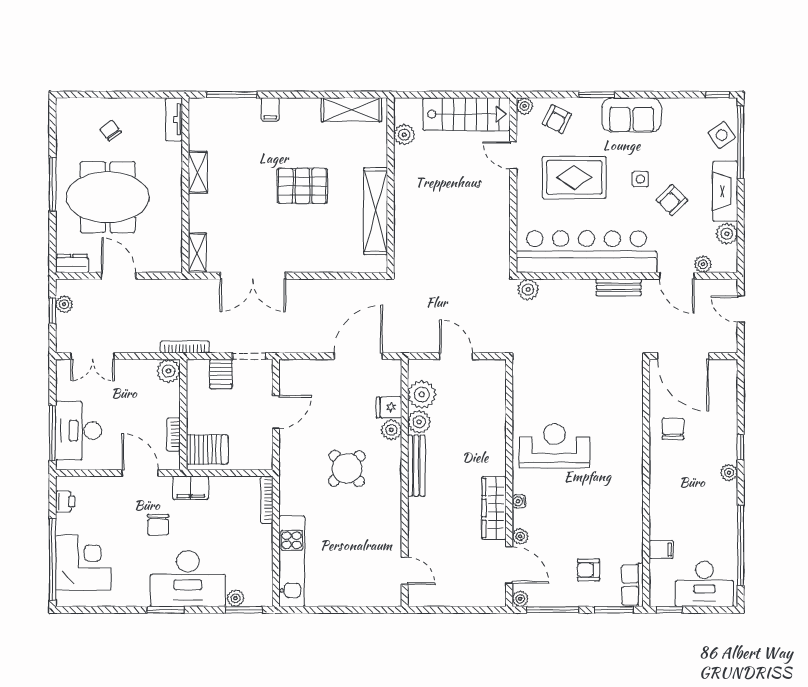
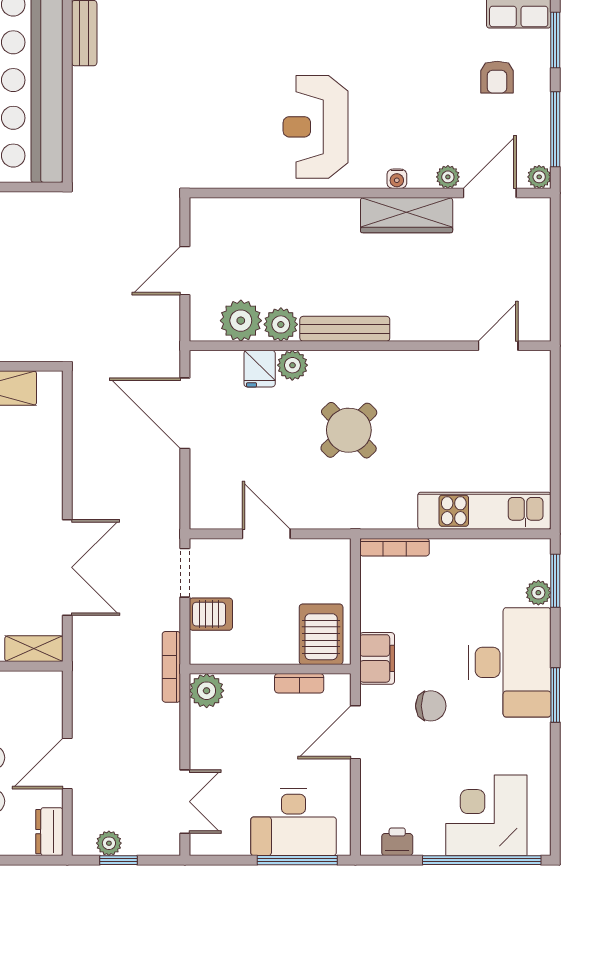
plant: (528, 289) -> (87, 165), removed

